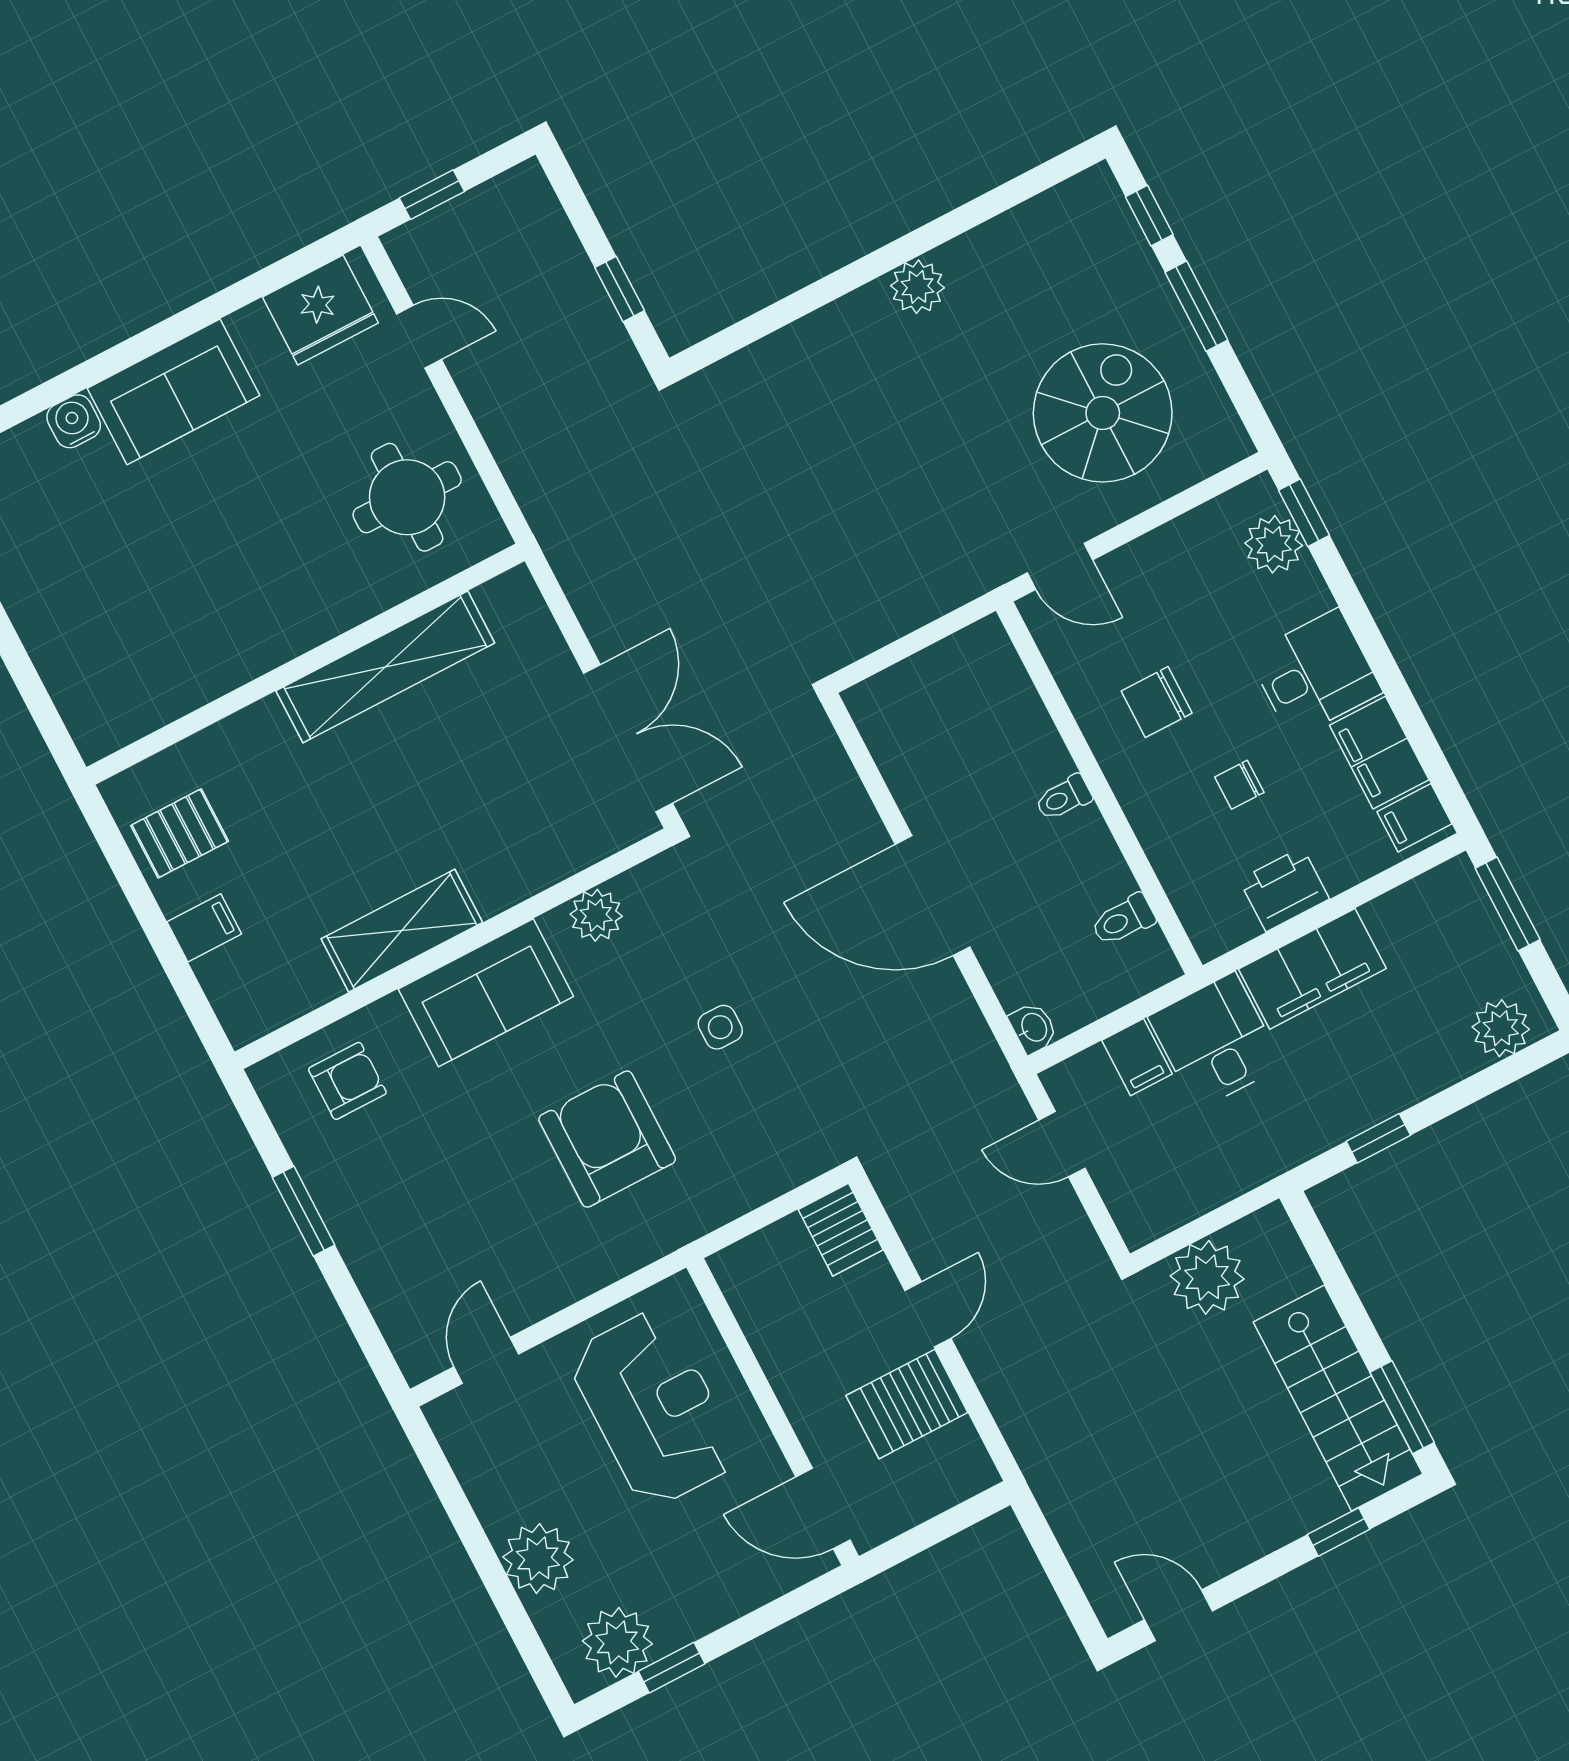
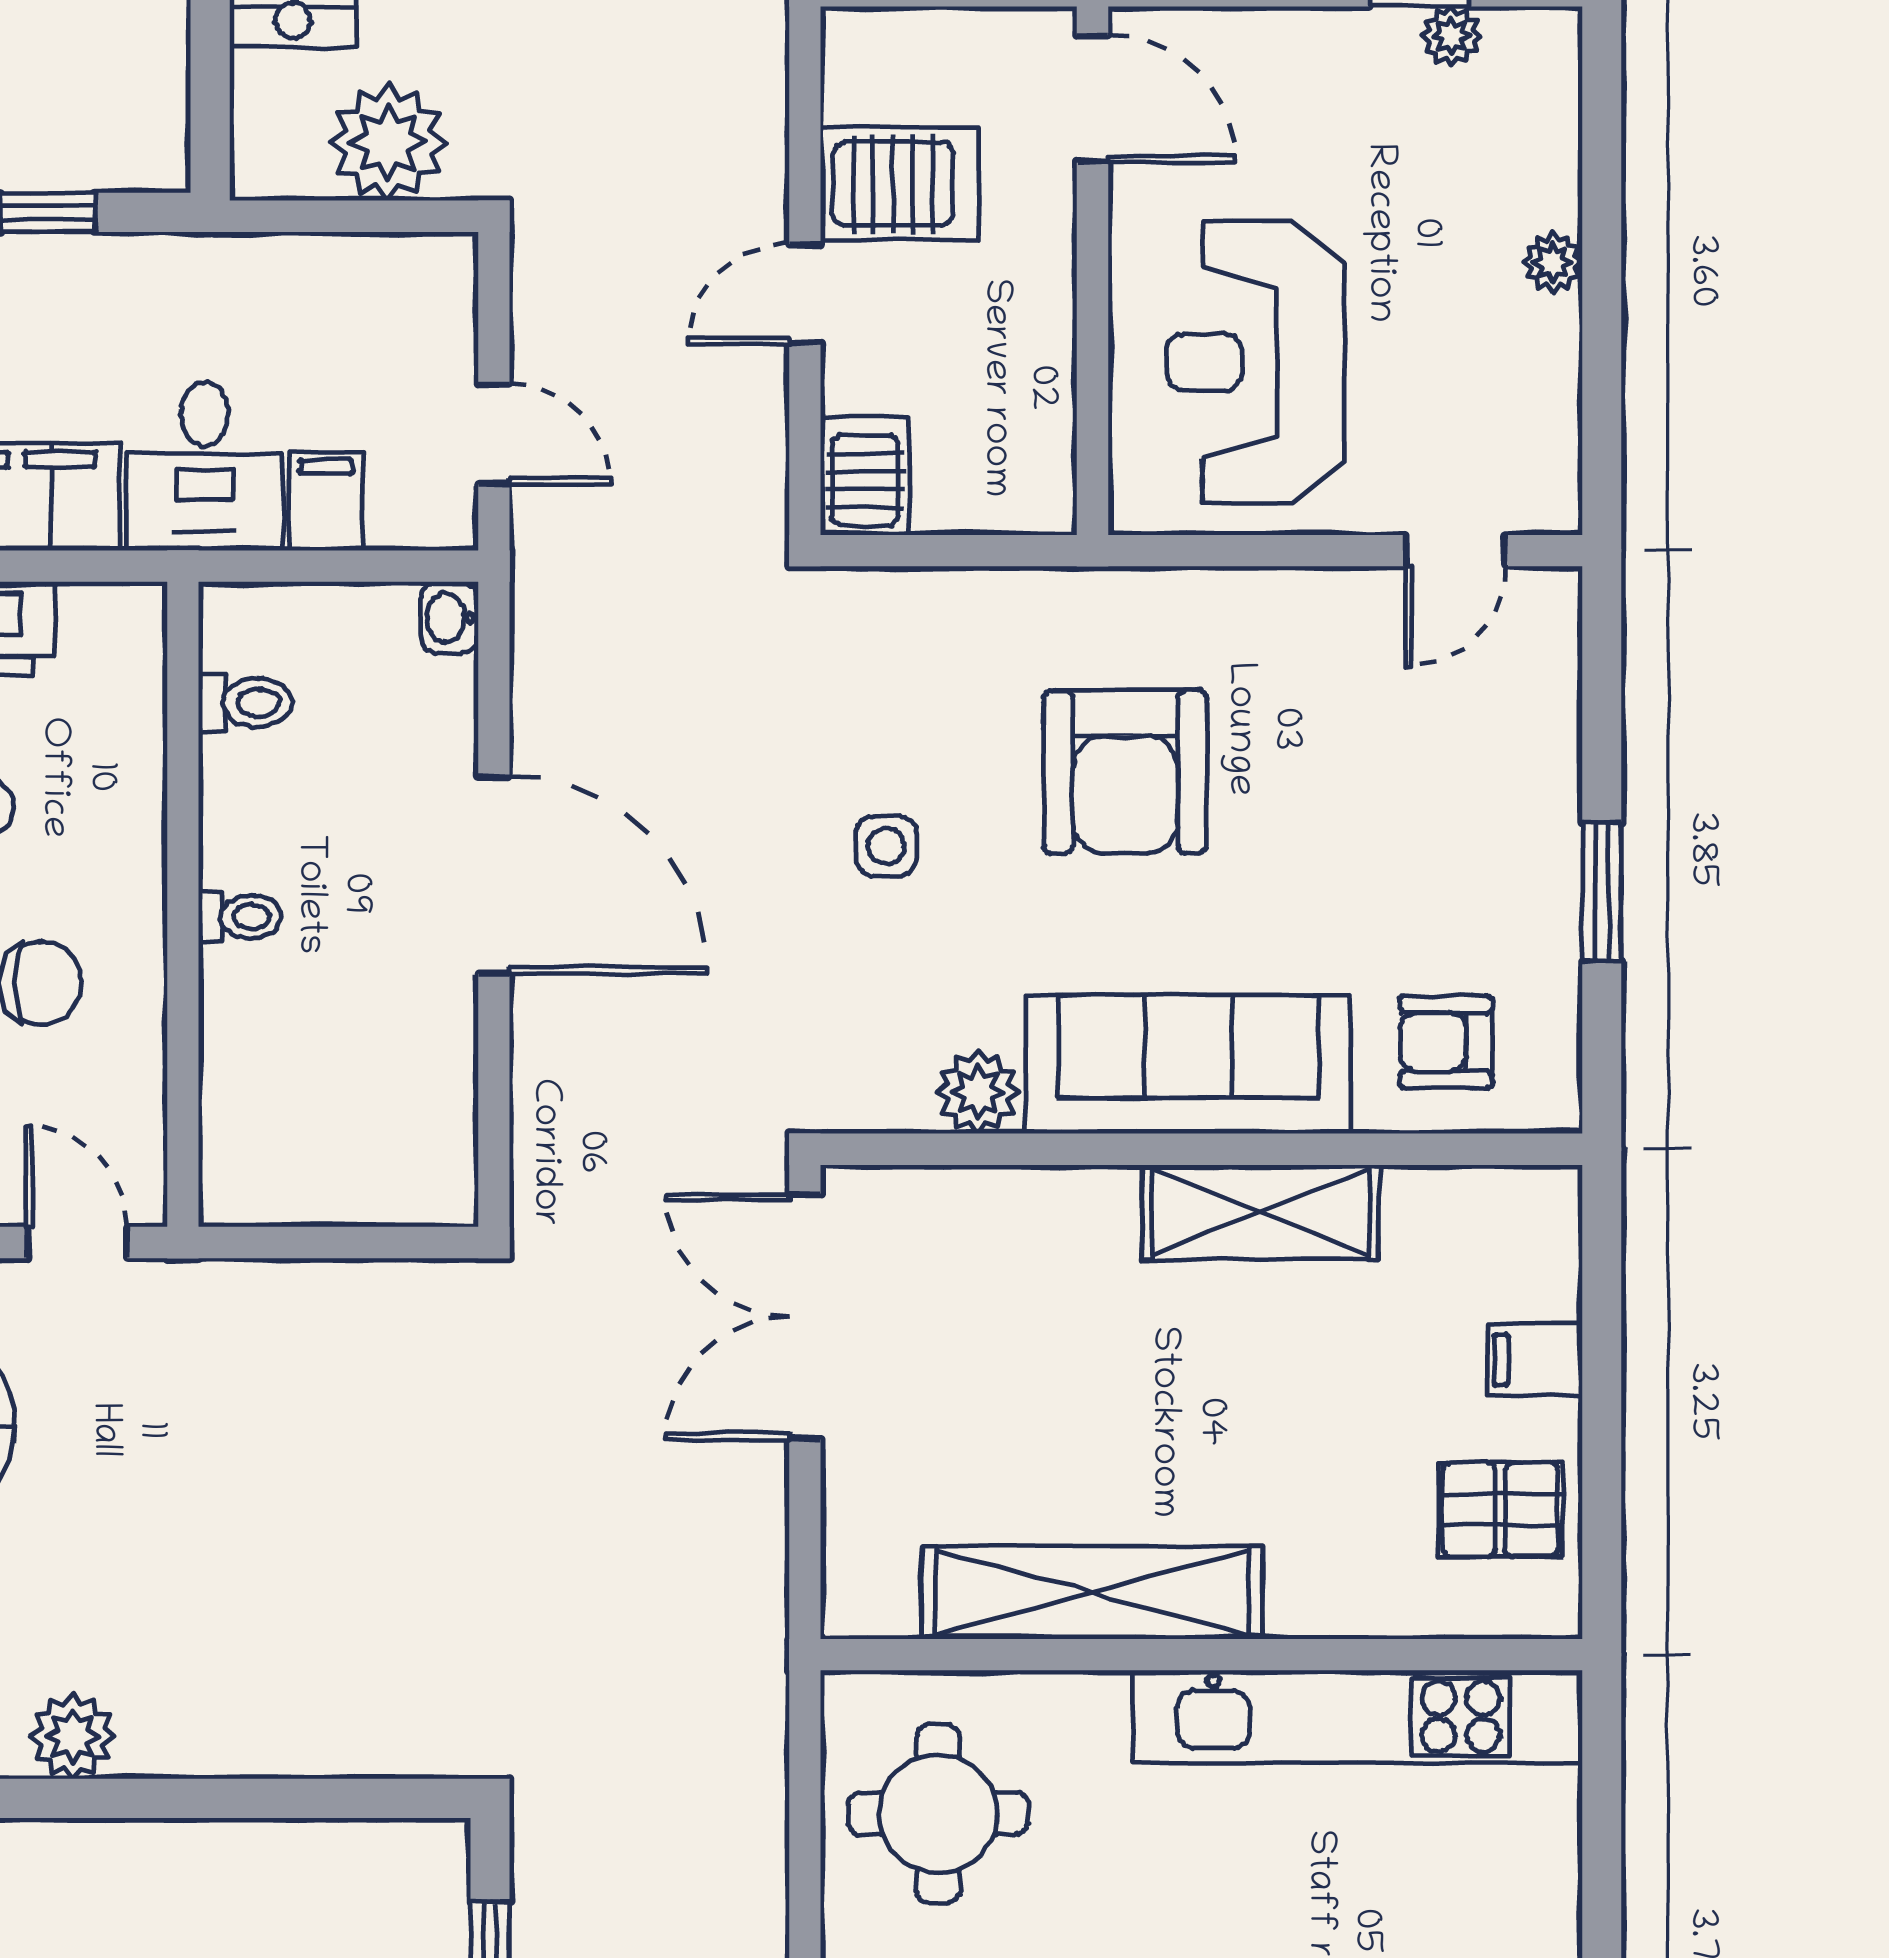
kitchen unit: (199, 675) -> (1357, 1717), added
sofa: (486, 993) -> (1188, 1064), width x1.36
plant: (538, 1558) -> (1553, 262), width x0.53, depth x0.53
plant: (617, 1642) -> (1451, 36), width x0.53, depth x0.53

